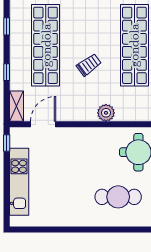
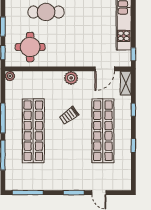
plant: (106, 113) -> (71, 78), moved

